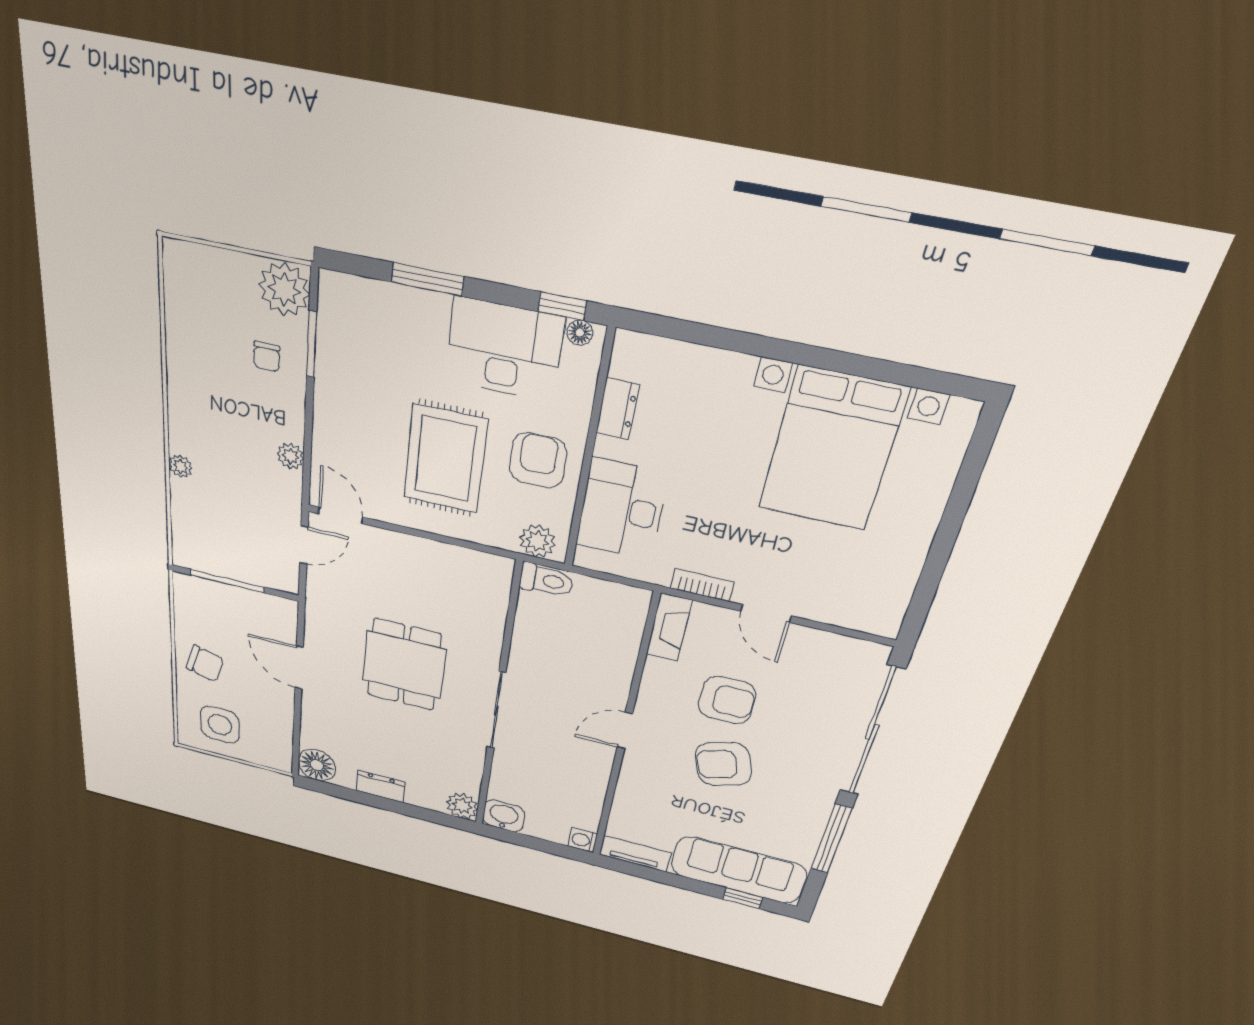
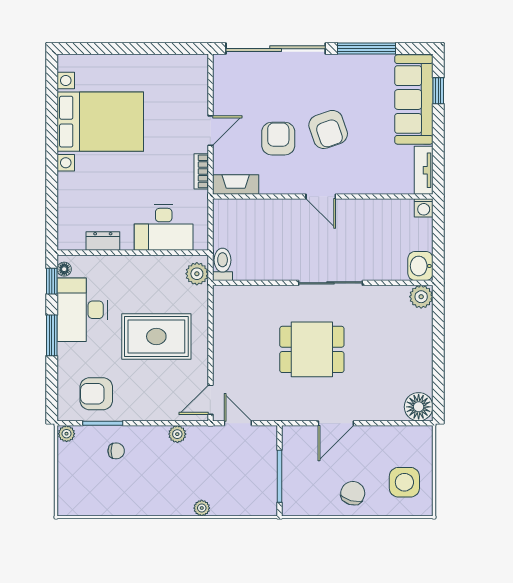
window: (428, 279) -> (52, 335), moved
plant: (284, 289) -> (67, 434), width x0.53, depth x0.53
armchair: (538, 460) -> (96, 394), moved
dresser: (381, 786) -> (423, 358), removed

